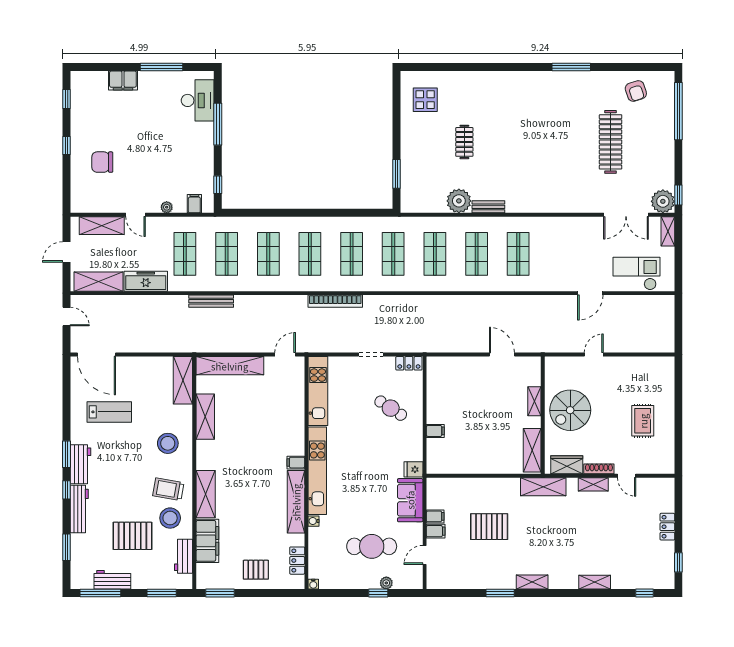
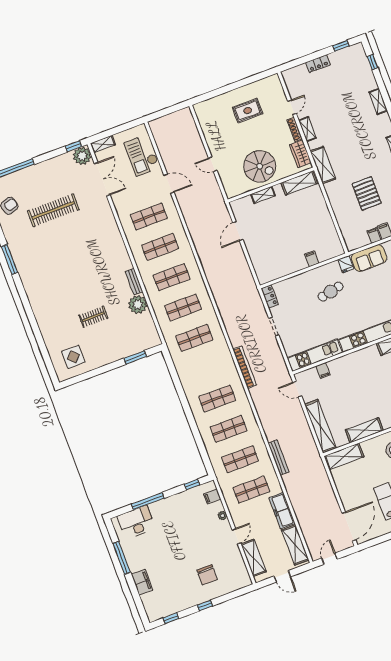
shop shelf: (352, 254) -> (149, 217), moved
cafe table: (391, 408) -> (331, 292), moved, turned 45
filing cabinet: (296, 463) -> (323, 370), moved

